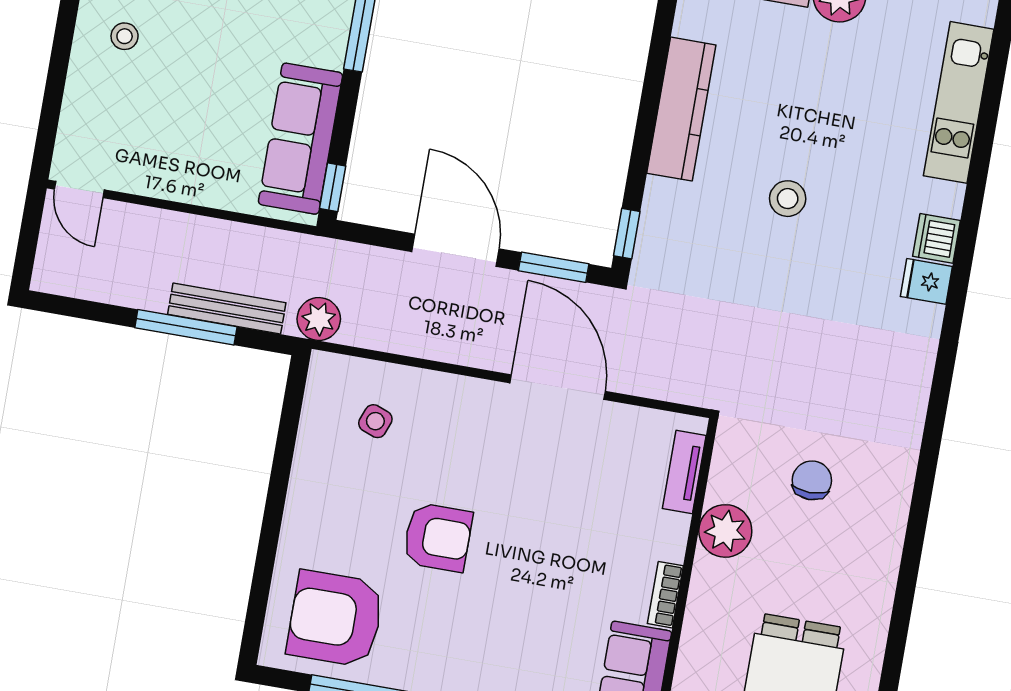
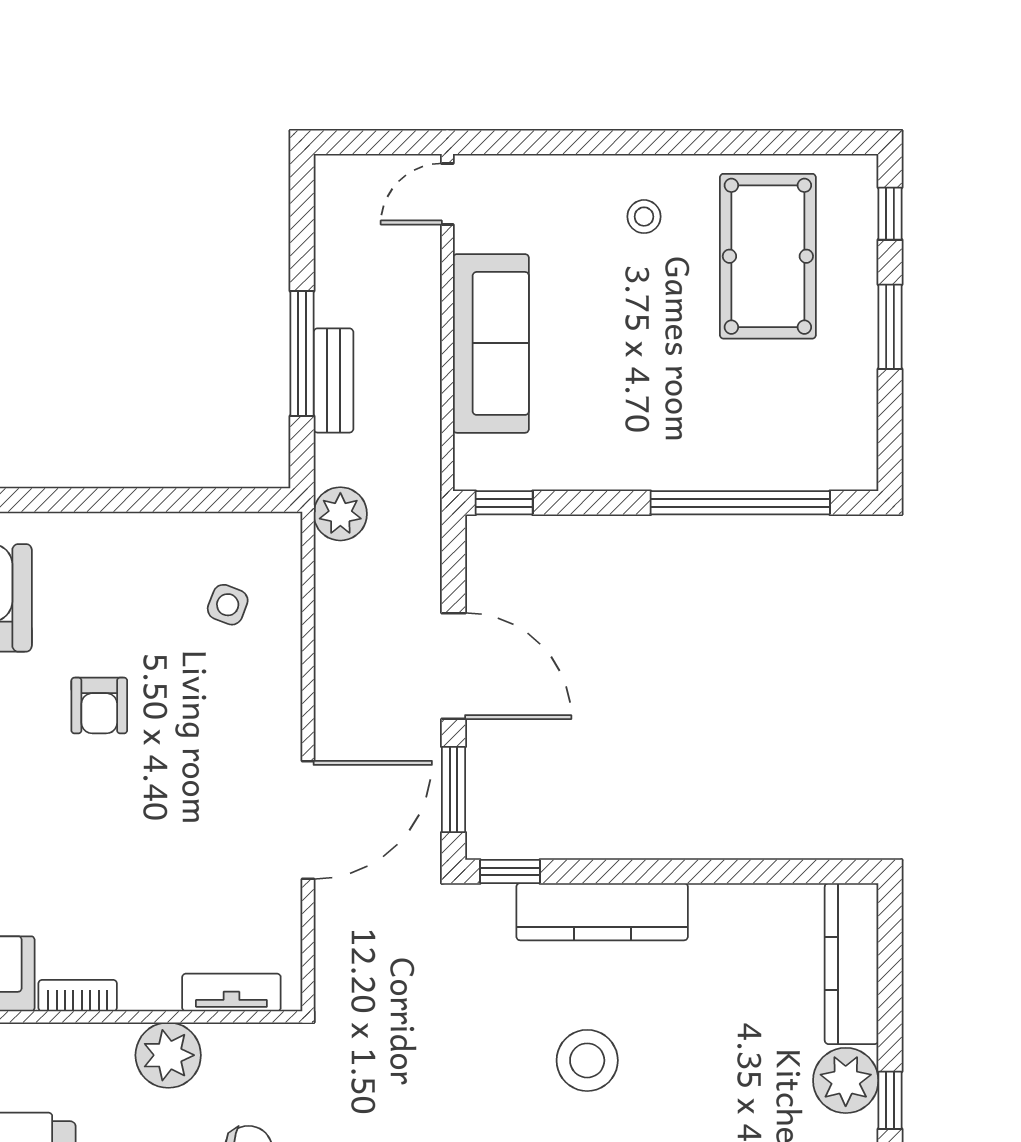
kitchen counter: (681, 109) -> (602, 912), moved
sofa: (300, 139) -> (491, 343), moved, turned 90
stool: (788, 199) -> (587, 1060), width x1.38, depth x1.38
door: (455, 250) -> (453, 666), hinge flipped
bench: (227, 309) -> (333, 380), width x0.73
armchair: (438, 537) -> (99, 705), width x0.72, depth x0.72

